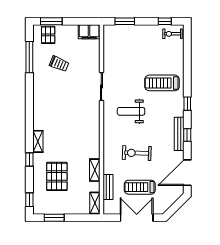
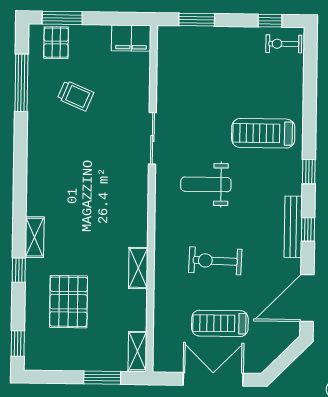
shelving: (95, 170) -> (138, 268), moved
bench: (108, 187) -> (162, 322), removed
window: (54, 218) -> (102, 378), moved

